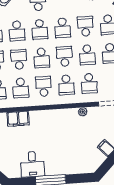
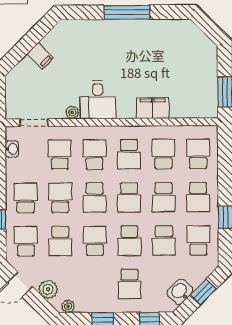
school desk: (40, 29) -> (129, 241), turned 180
school desk: (17, 31) -> (164, 240), turned 180
school desk: (42, 58) -> (129, 197), turned 180
filing cabinet: (18, 119) -> (153, 108), moved
desk: (32, 164) -> (98, 100), moved, turned 180

